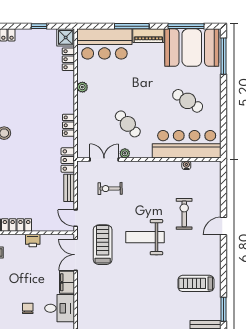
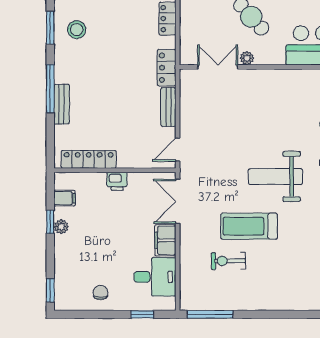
exercise bike: (110, 188) -> (228, 261), moved
door: (76, 218) -> (178, 150), hinge flipped
treadmill: (103, 245) -> (249, 226), moved, turned -90
chair: (28, 308) -> (100, 293), moved

